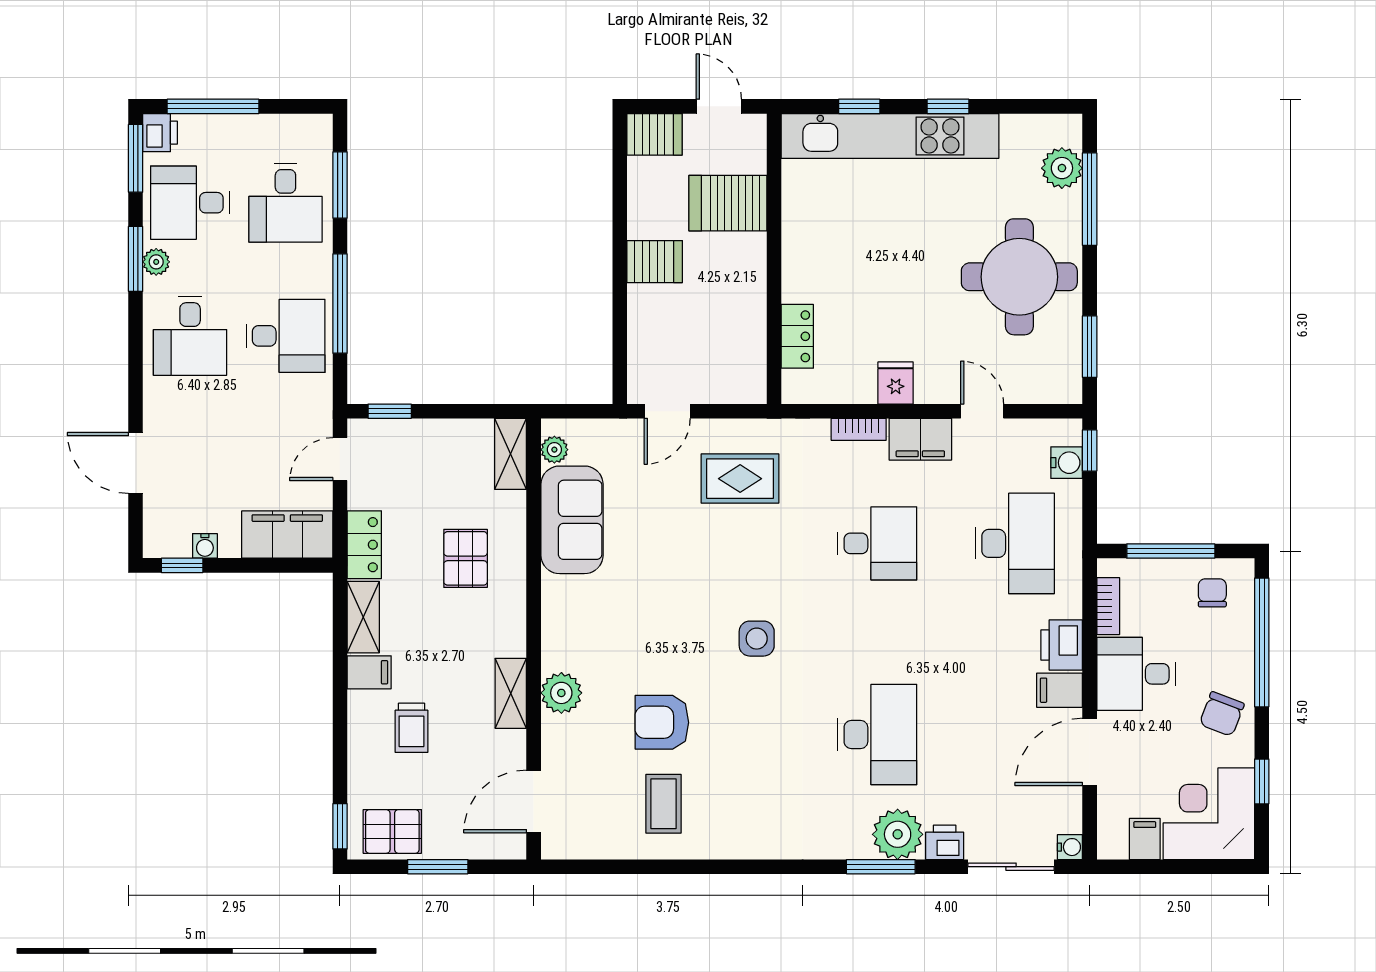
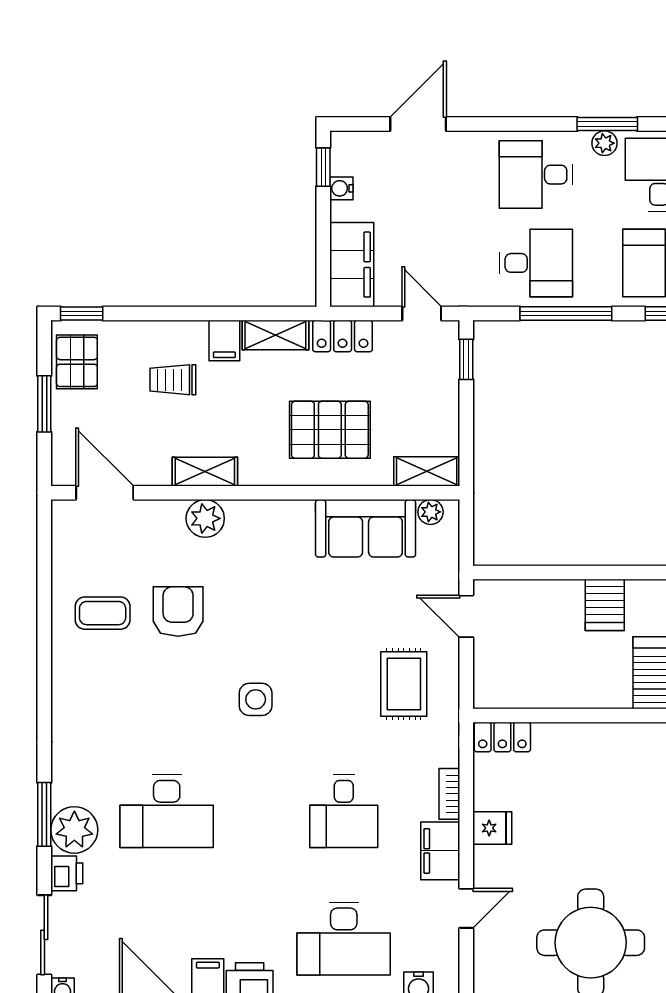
desk: (285, 336) -> (536, 263), turned -90
locker: (797, 336) -> (502, 737), moved
pallet: (466, 558) -> (330, 430), width x1.50, depth x1.42

